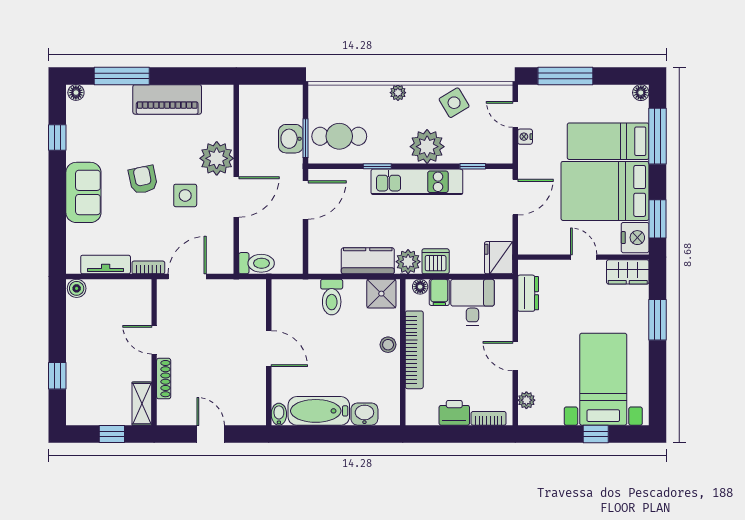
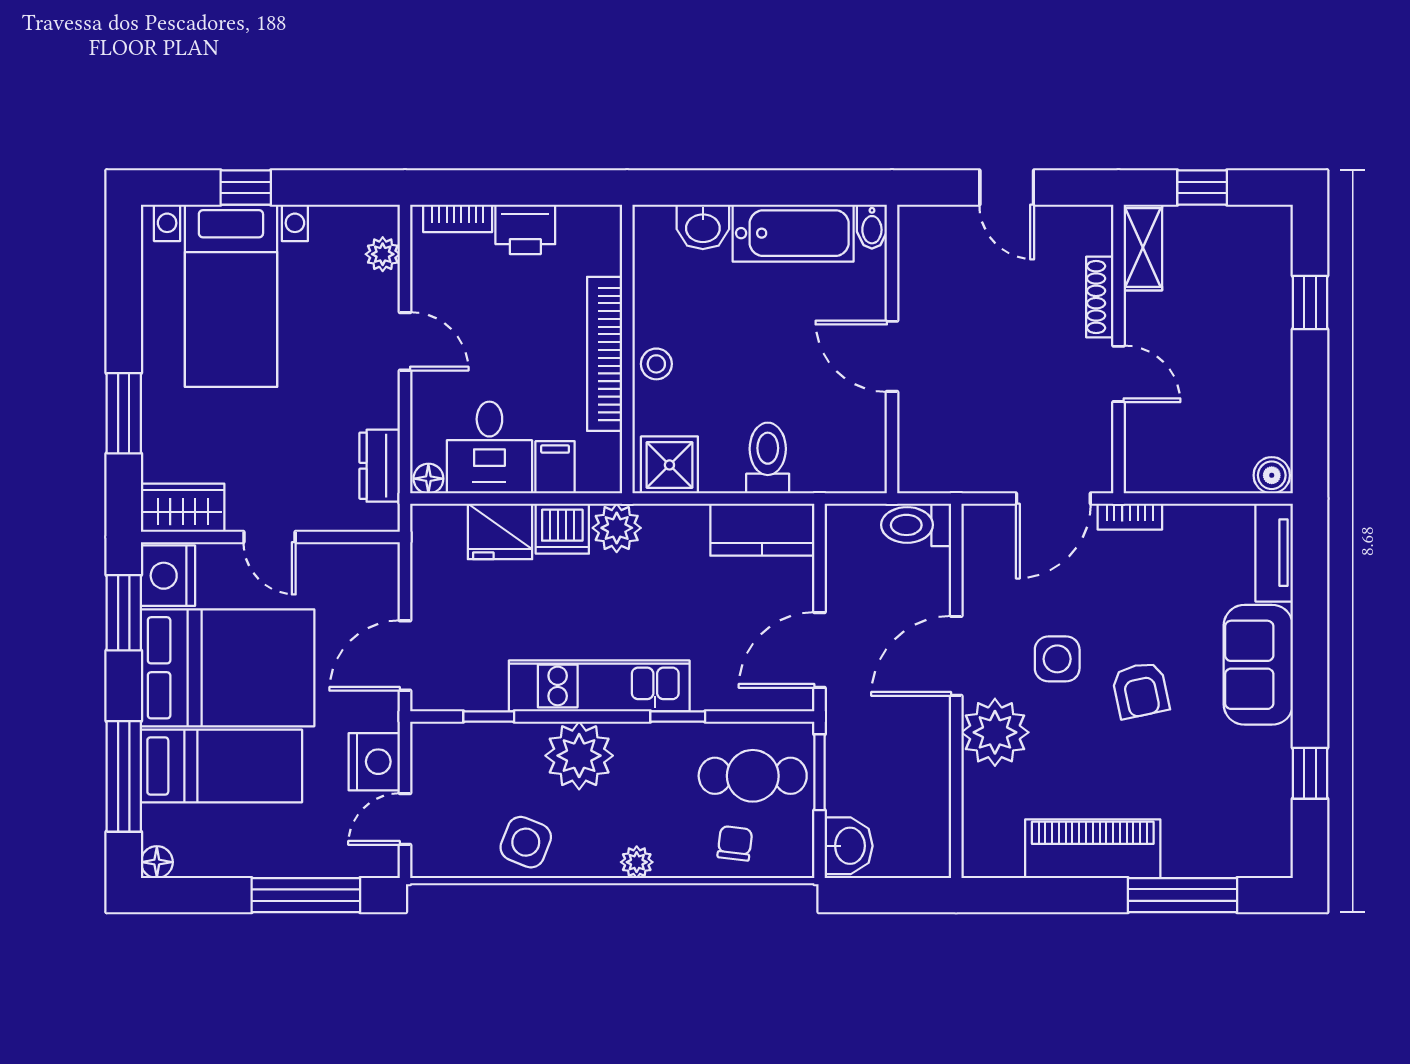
floor lamp: (76, 93) -> (1273, 862), removed
chair: (348, 102) -> (735, 843), added
side table: (454, 103) -> (526, 842), turned -37
door: (515, 114) -> (405, 819), swing flipped
nightstand: (525, 137) -> (374, 762), width x1.89, depth x1.79
washbasin: (291, 139) -> (849, 846), moved
fridge: (499, 258) -> (500, 531), moved, turned 90
kitchen counter: (368, 261) -> (762, 530), moved
tv unit: (106, 265) -> (1274, 553), moved, turned 90
floor lamp: (420, 287) -> (428, 479), moved

